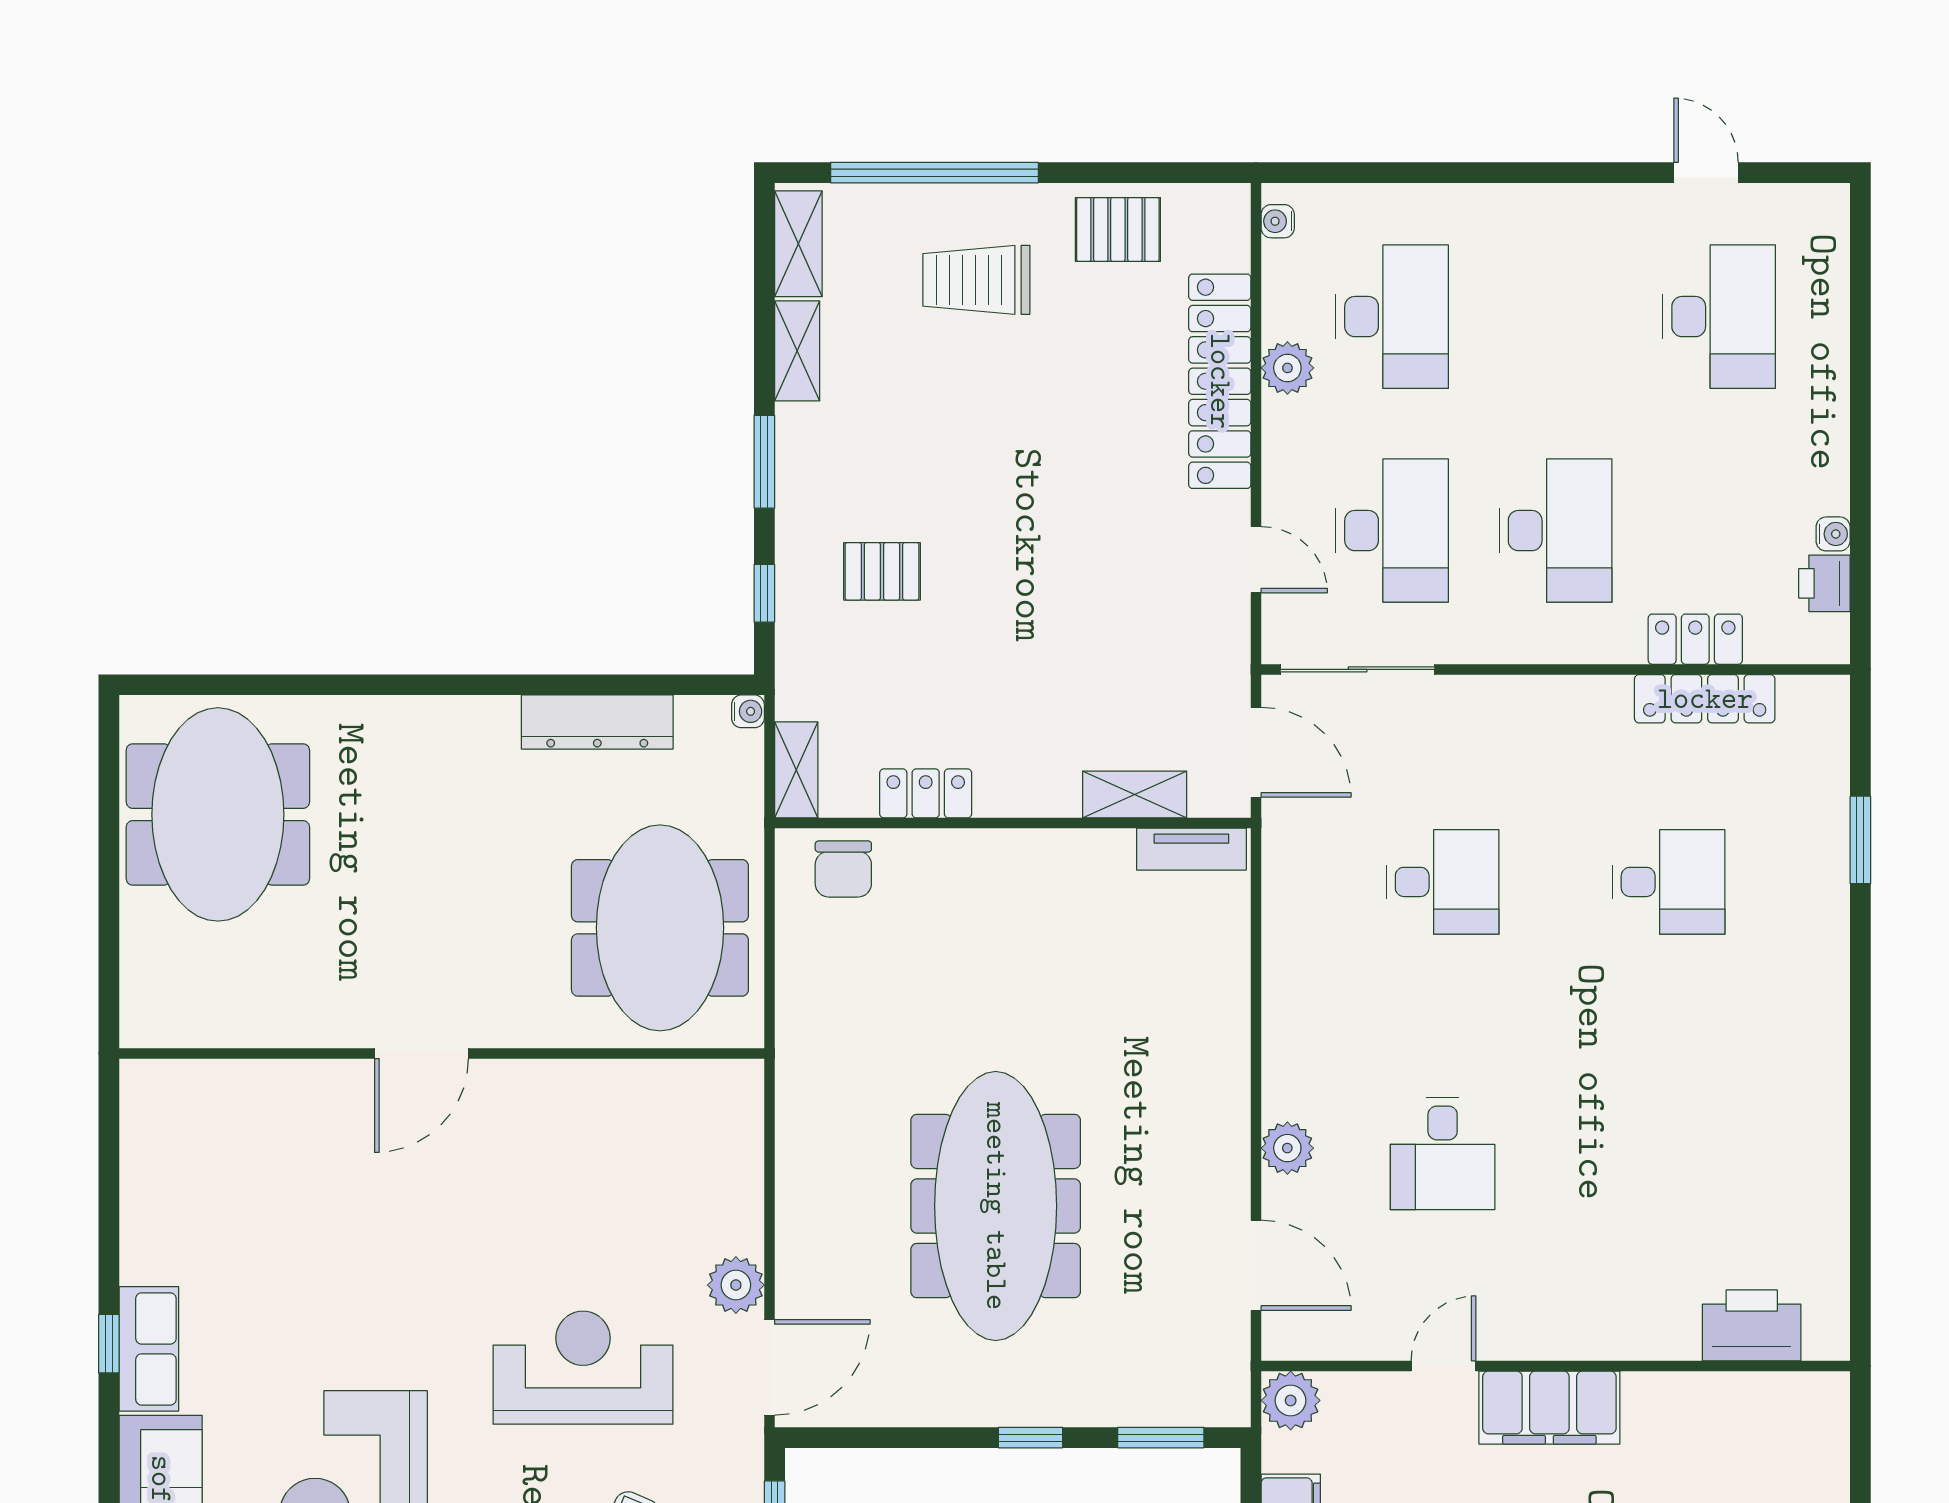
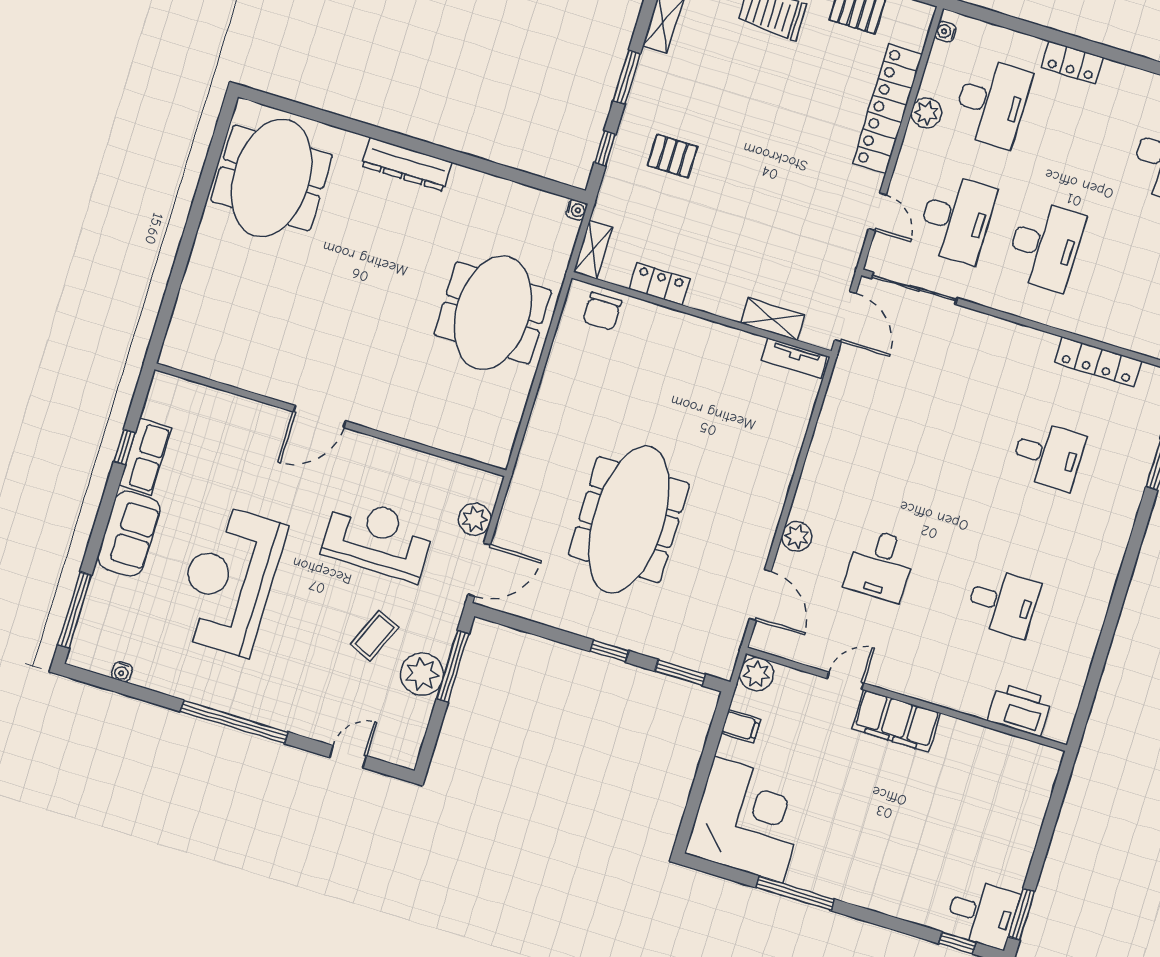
locker: (1695, 639) -> (1072, 63), moved, turned 180
dresser: (597, 722) -> (407, 164), moved
desk: (1443, 882) -> (1003, 603), moved
door: (421, 1053) -> (319, 416), moved
wall: (442, 1053) -> (330, 420), moved

